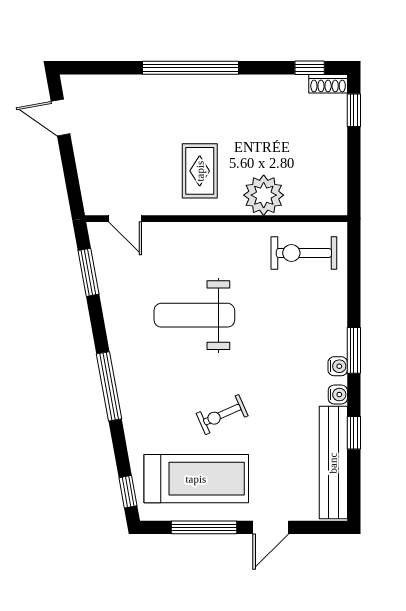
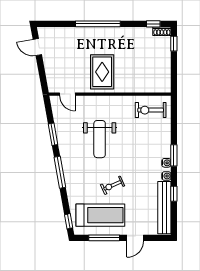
rug: (200, 171) -> (102, 72), width x1.36, depth x1.43
plant: (264, 195) -> (132, 83), removed
window: (88, 272) -> (53, 134), moved
weight bench: (194, 315) -> (100, 139), turned -90

